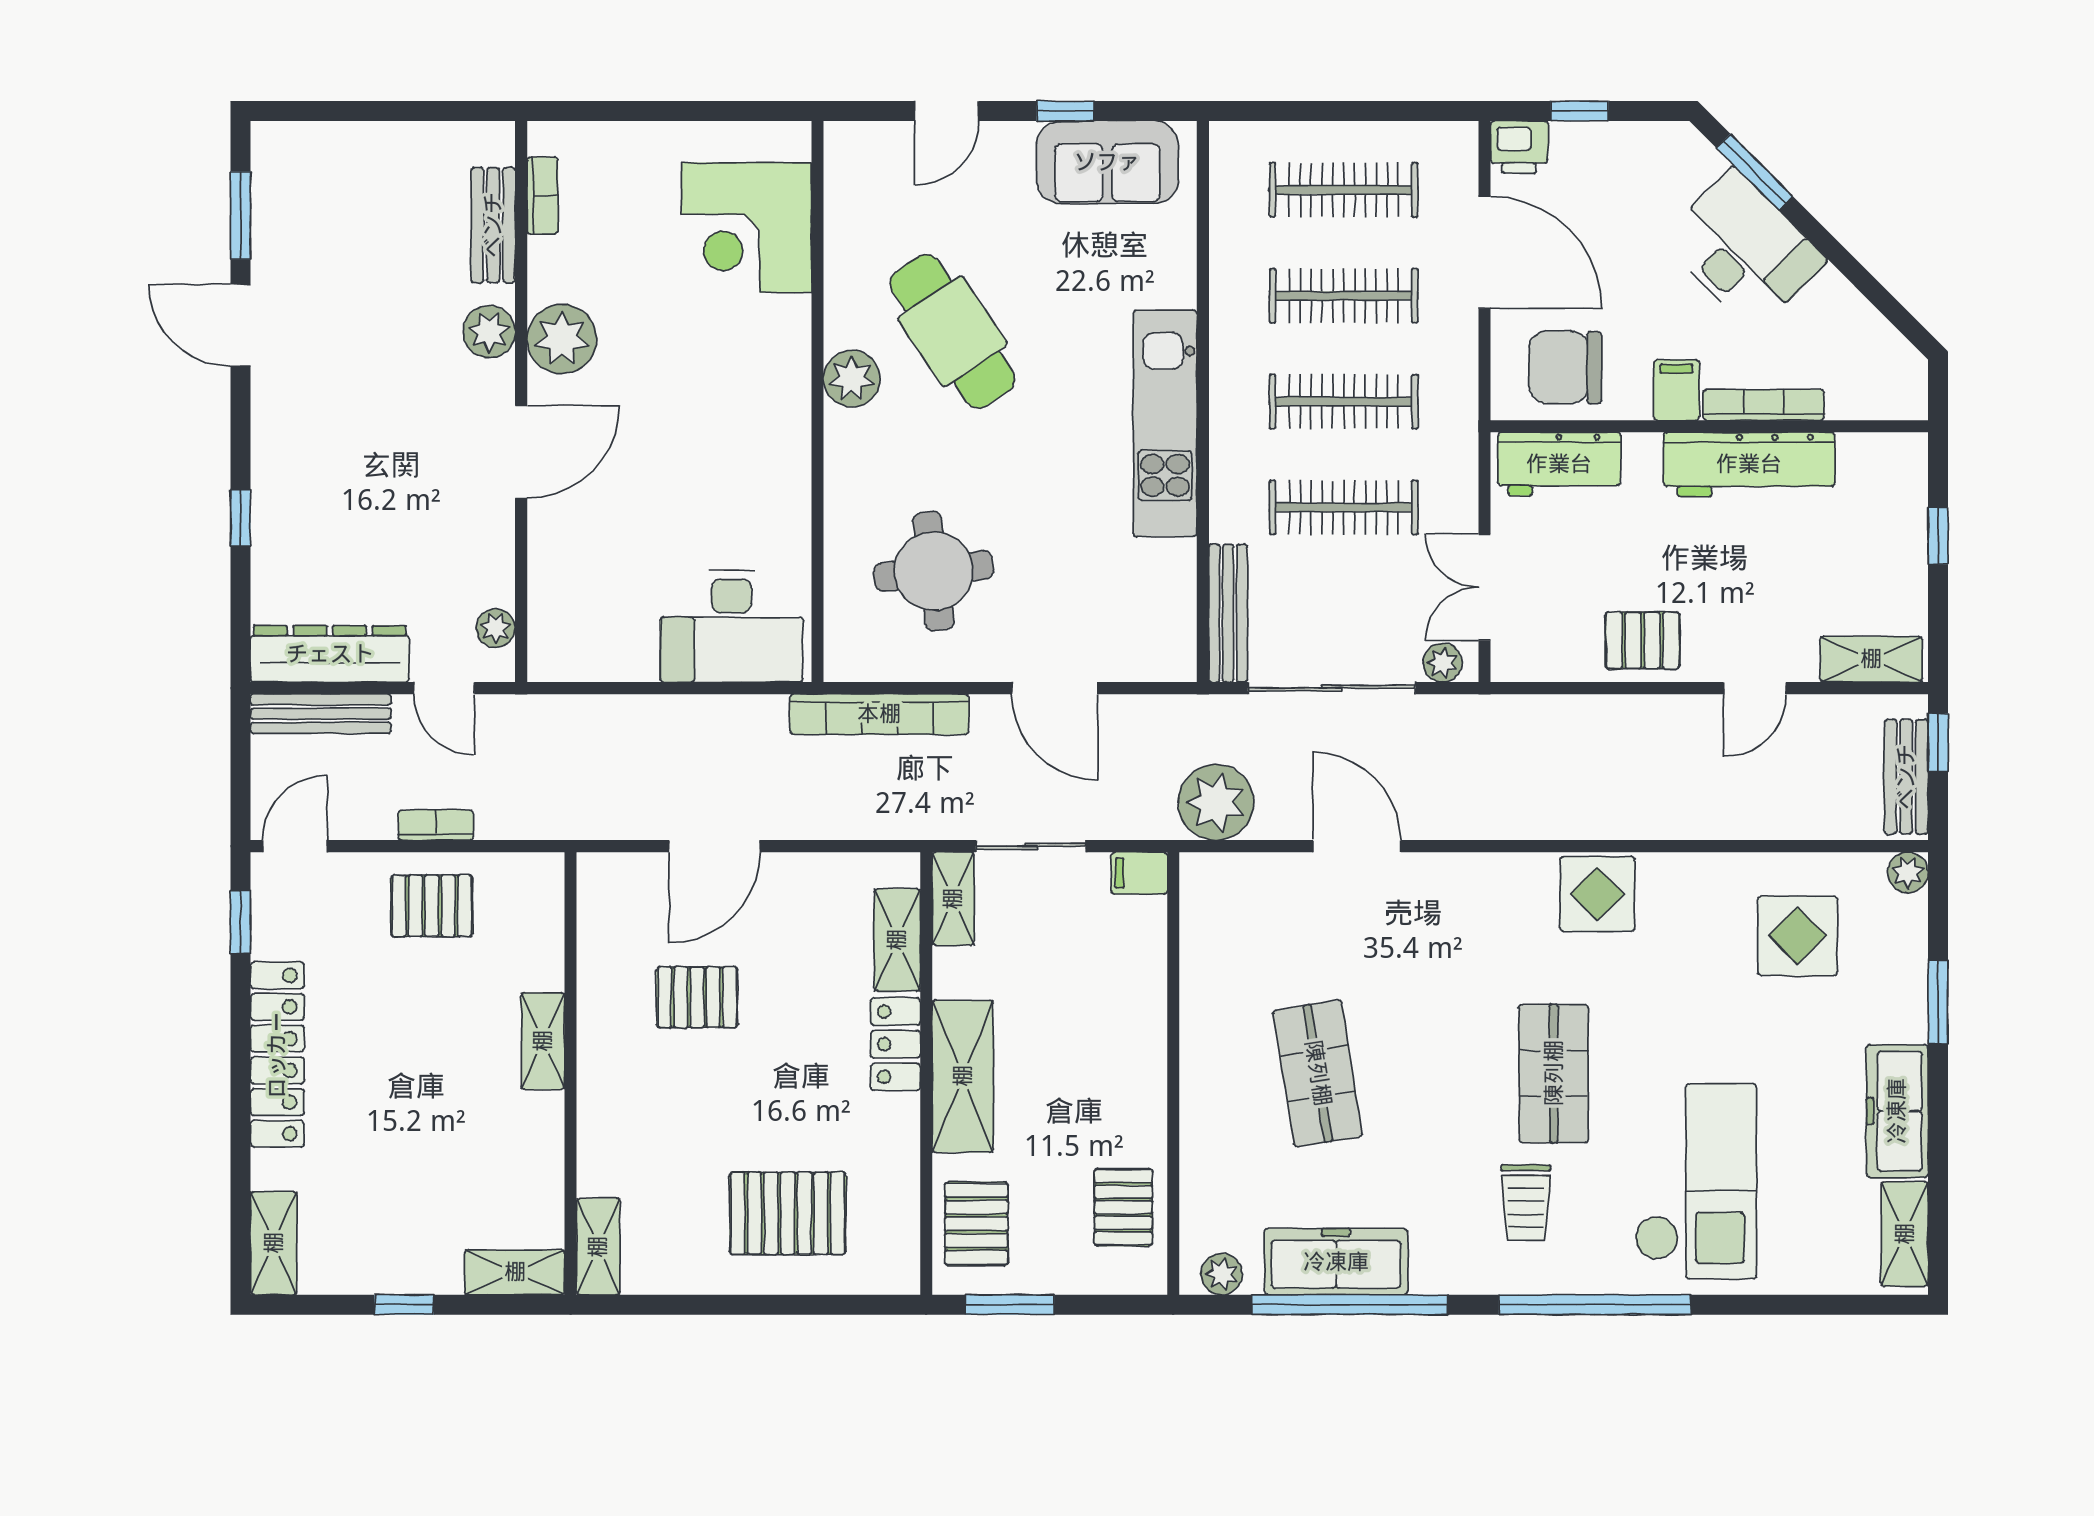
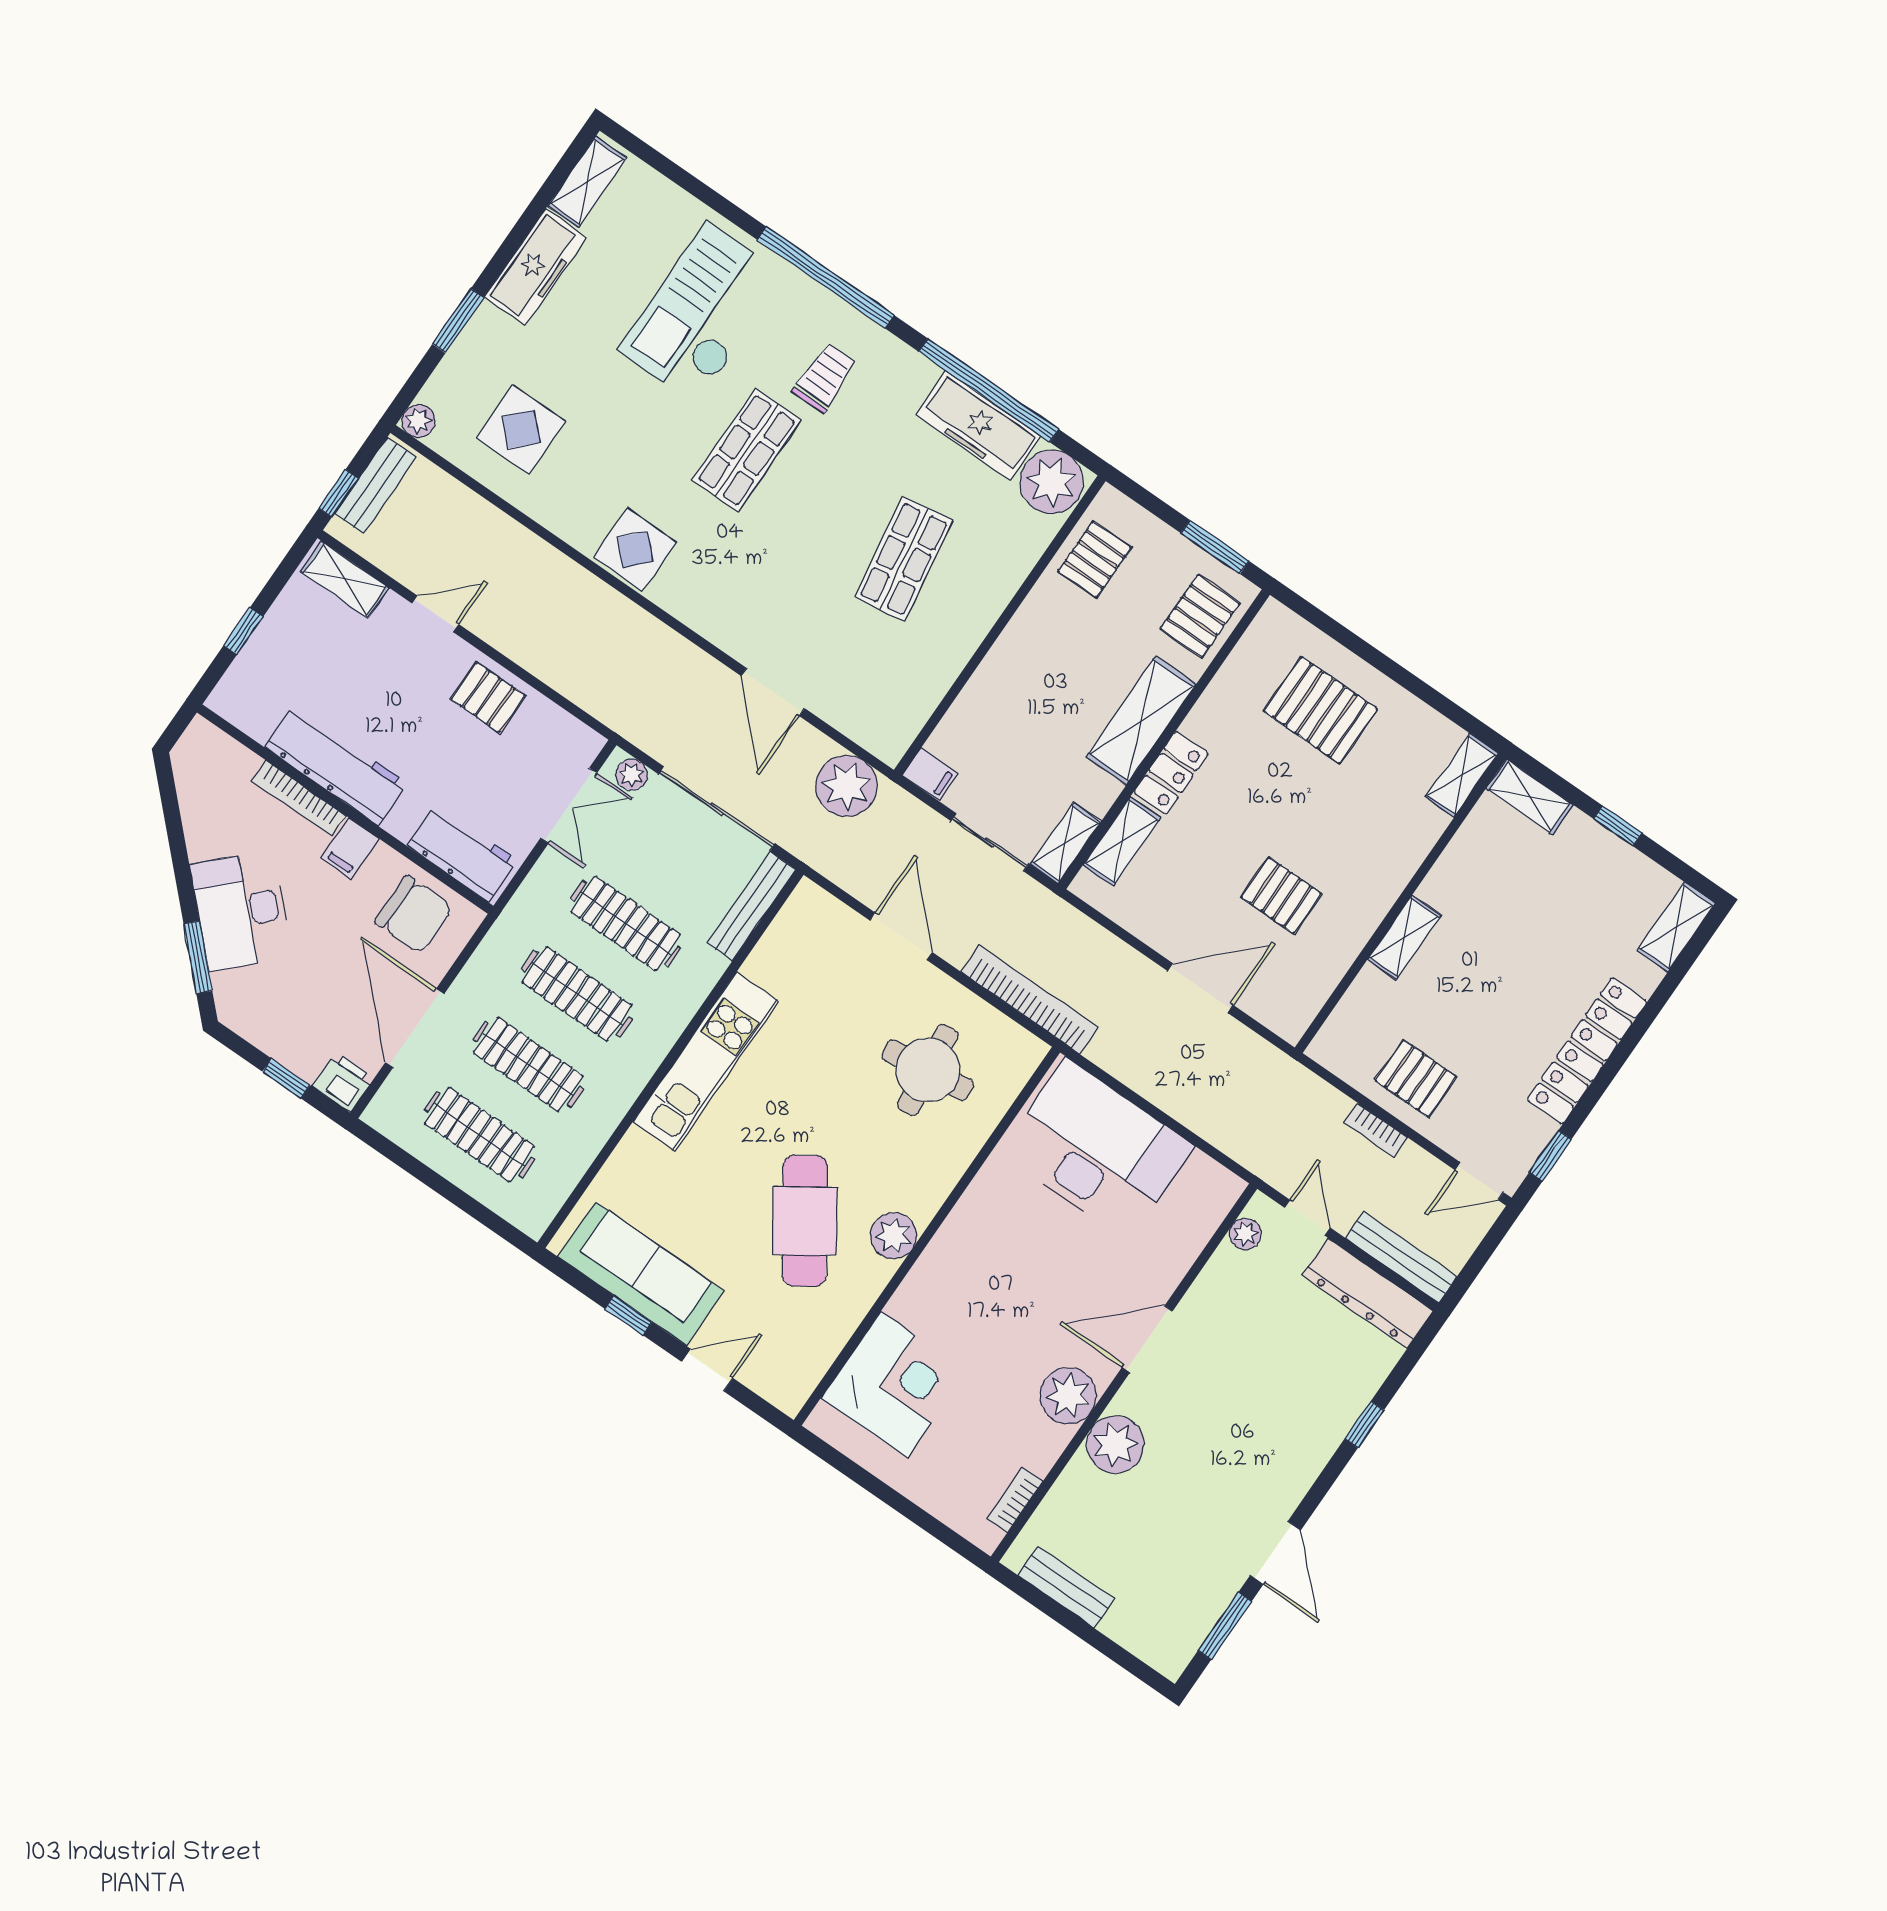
sofa: (1107, 162) -> (641, 1274), width x1.36
bench: (493, 225) -> (1066, 1587), moved, turned 90
plant: (489, 332) -> (1115, 1445), width x1.36, depth x1.36
desk: (732, 626) -> (1097, 1150), width x1.36, depth x1.30
plant: (1222, 1274) -> (1052, 482), width x1.88, depth x1.88

